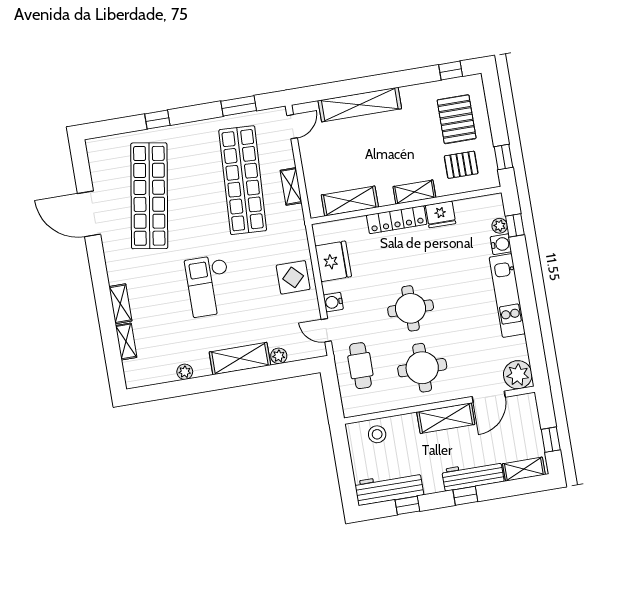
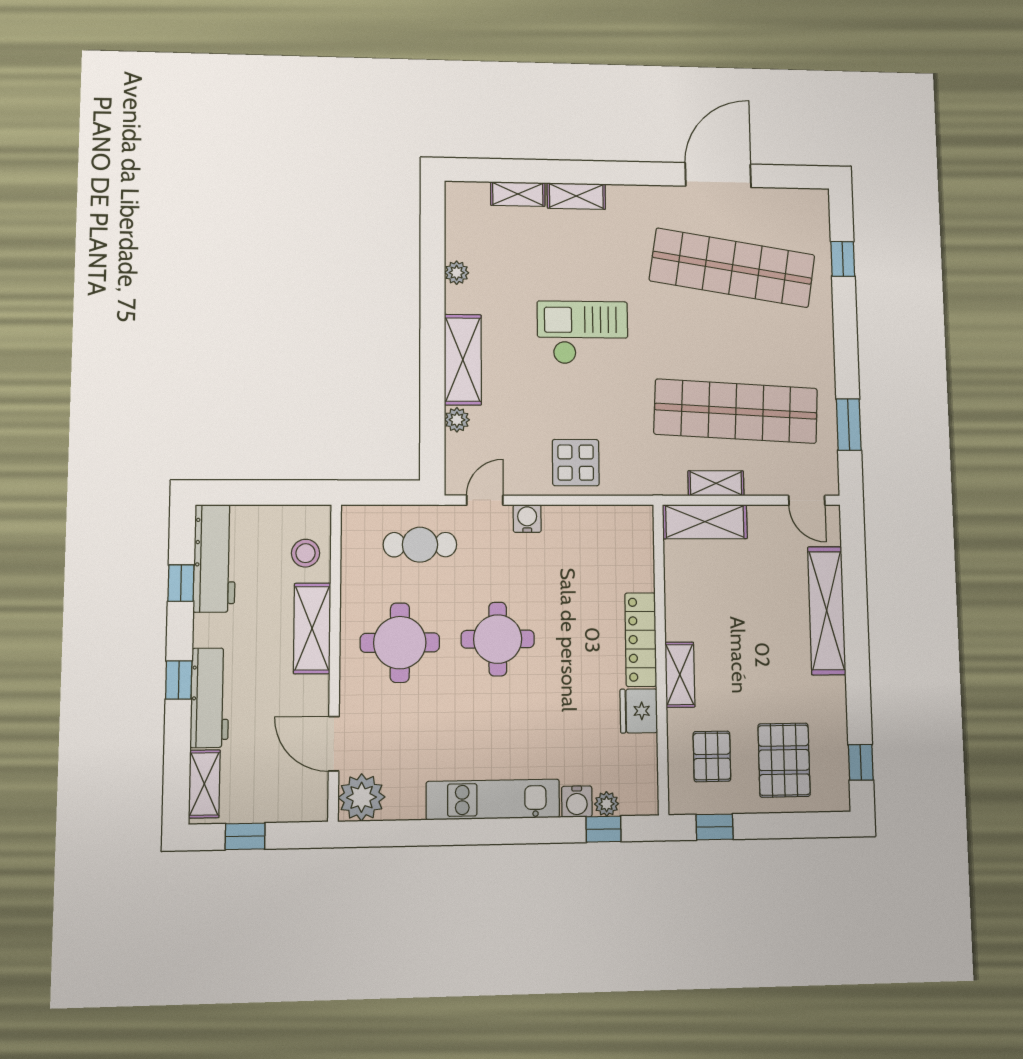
pallet: (457, 119) -> (784, 760), turned 90
window: (157, 120) -> (843, 259), moved
shelving: (350, 201) -> (705, 522), moved, turned 90
fridge: (333, 261) -> (591, 529), removed
shelving: (446, 418) -> (312, 628), moved

